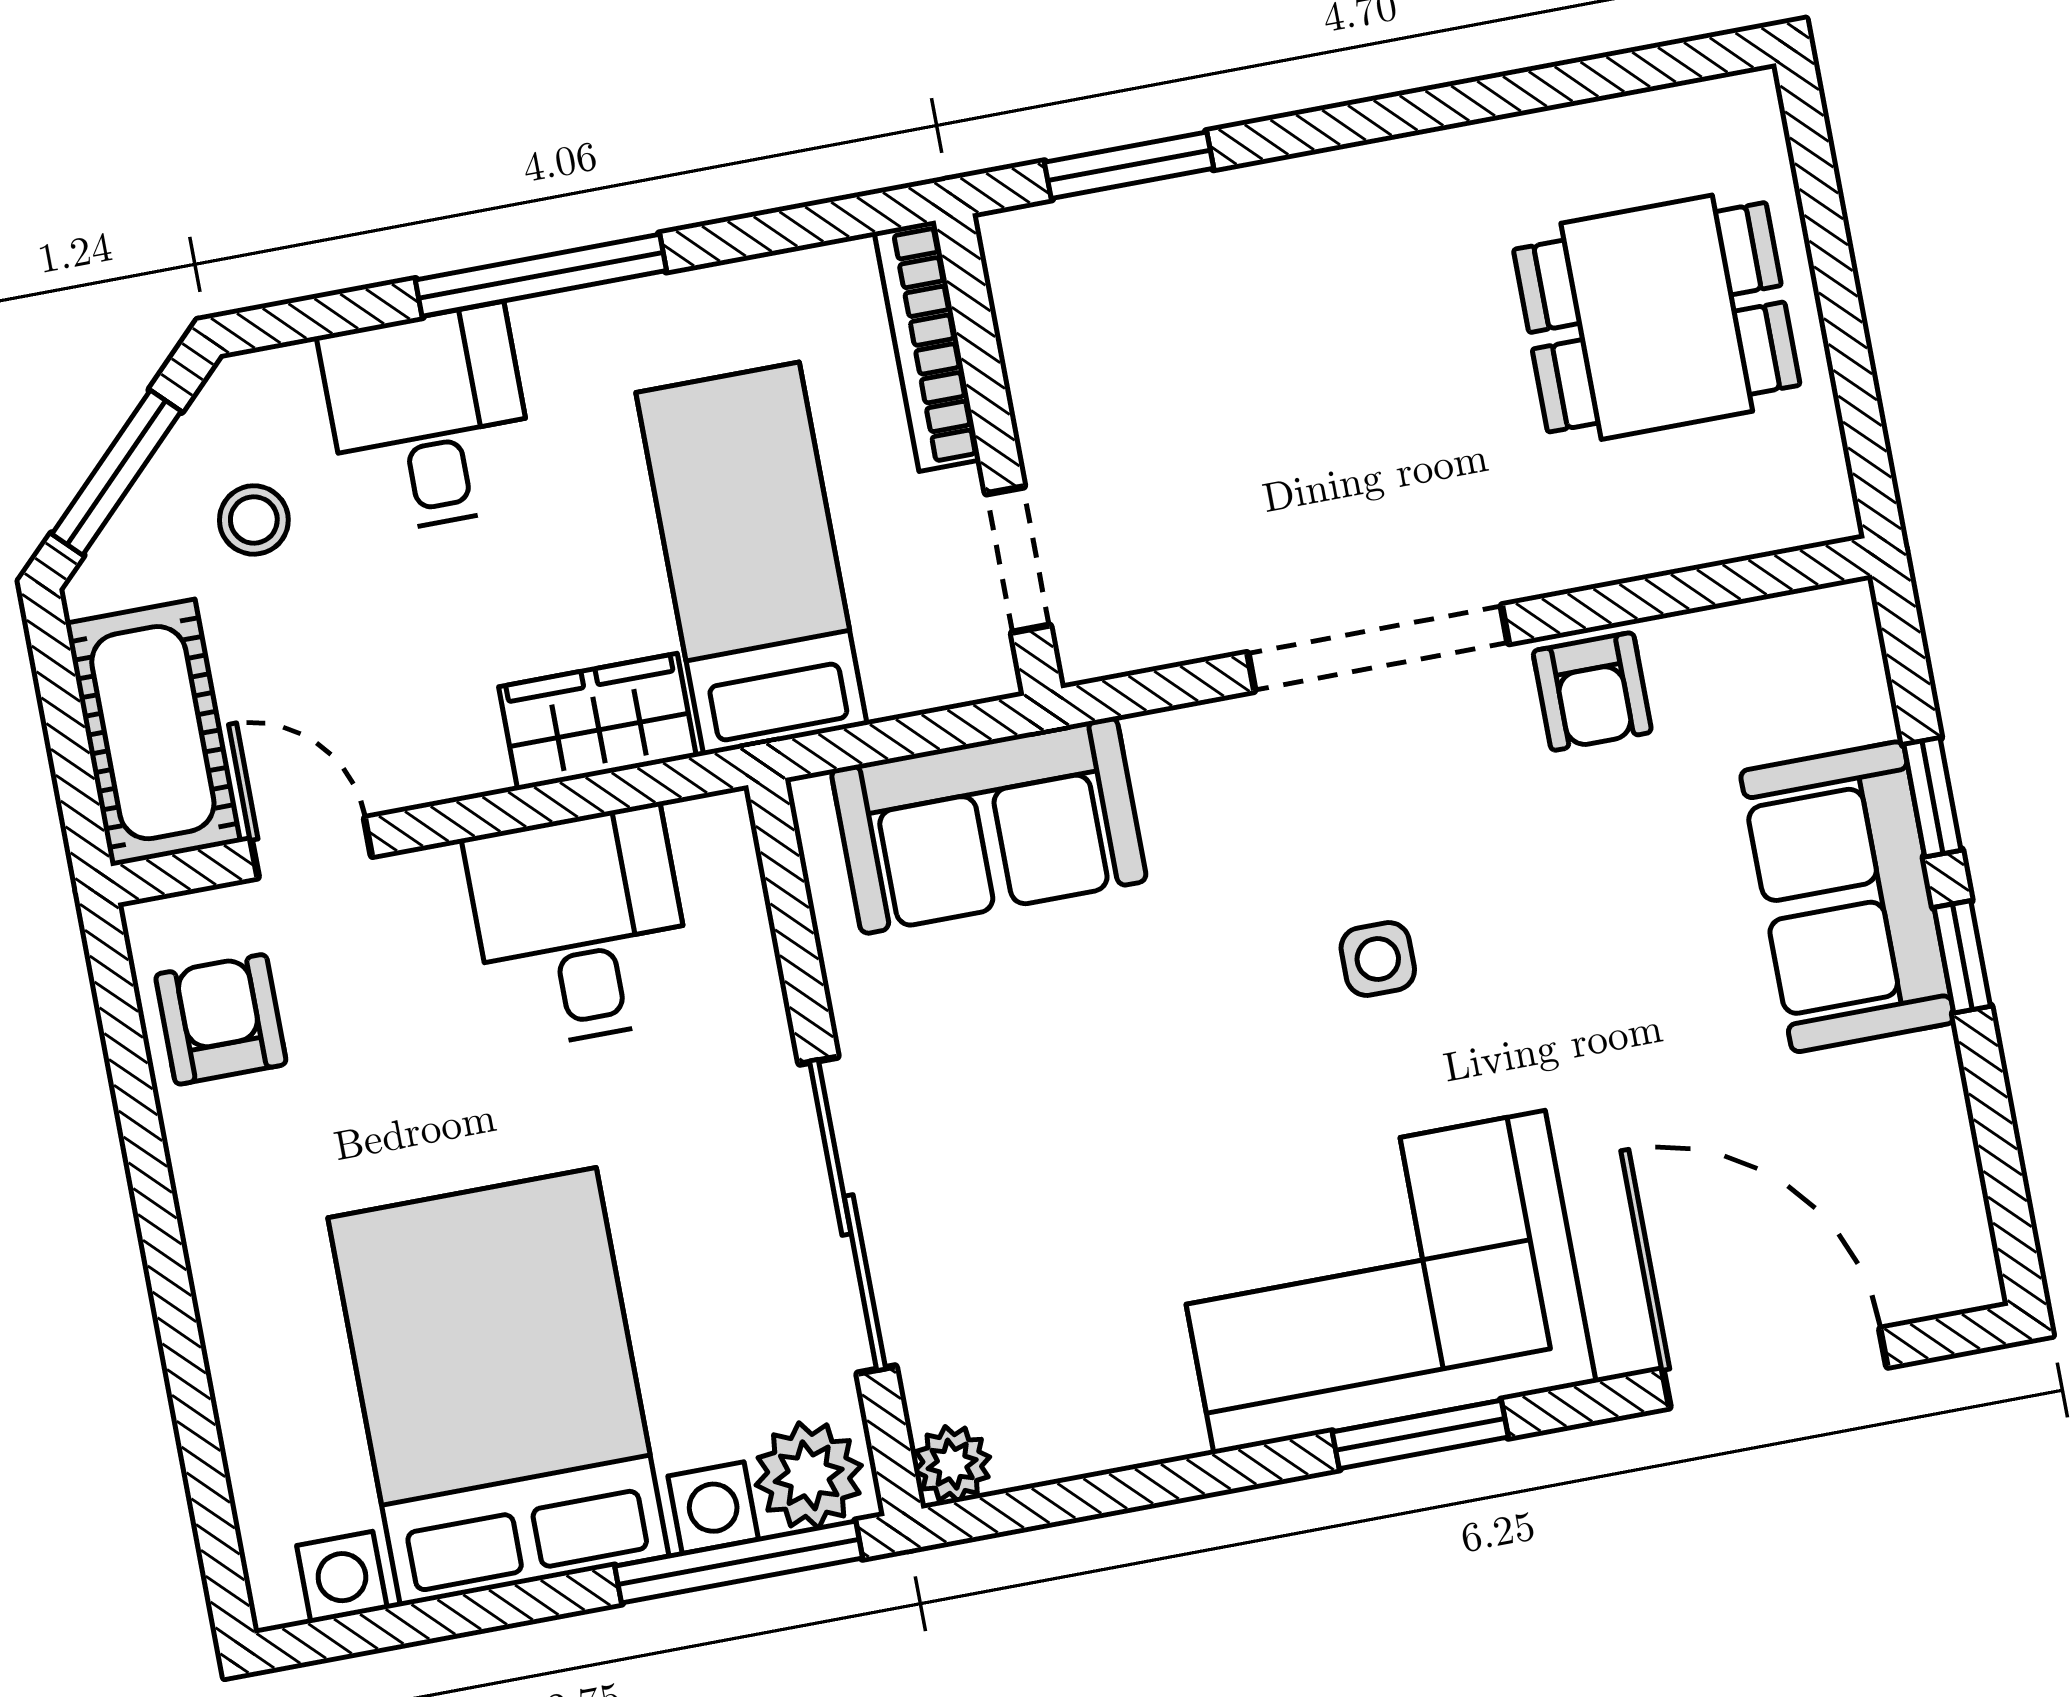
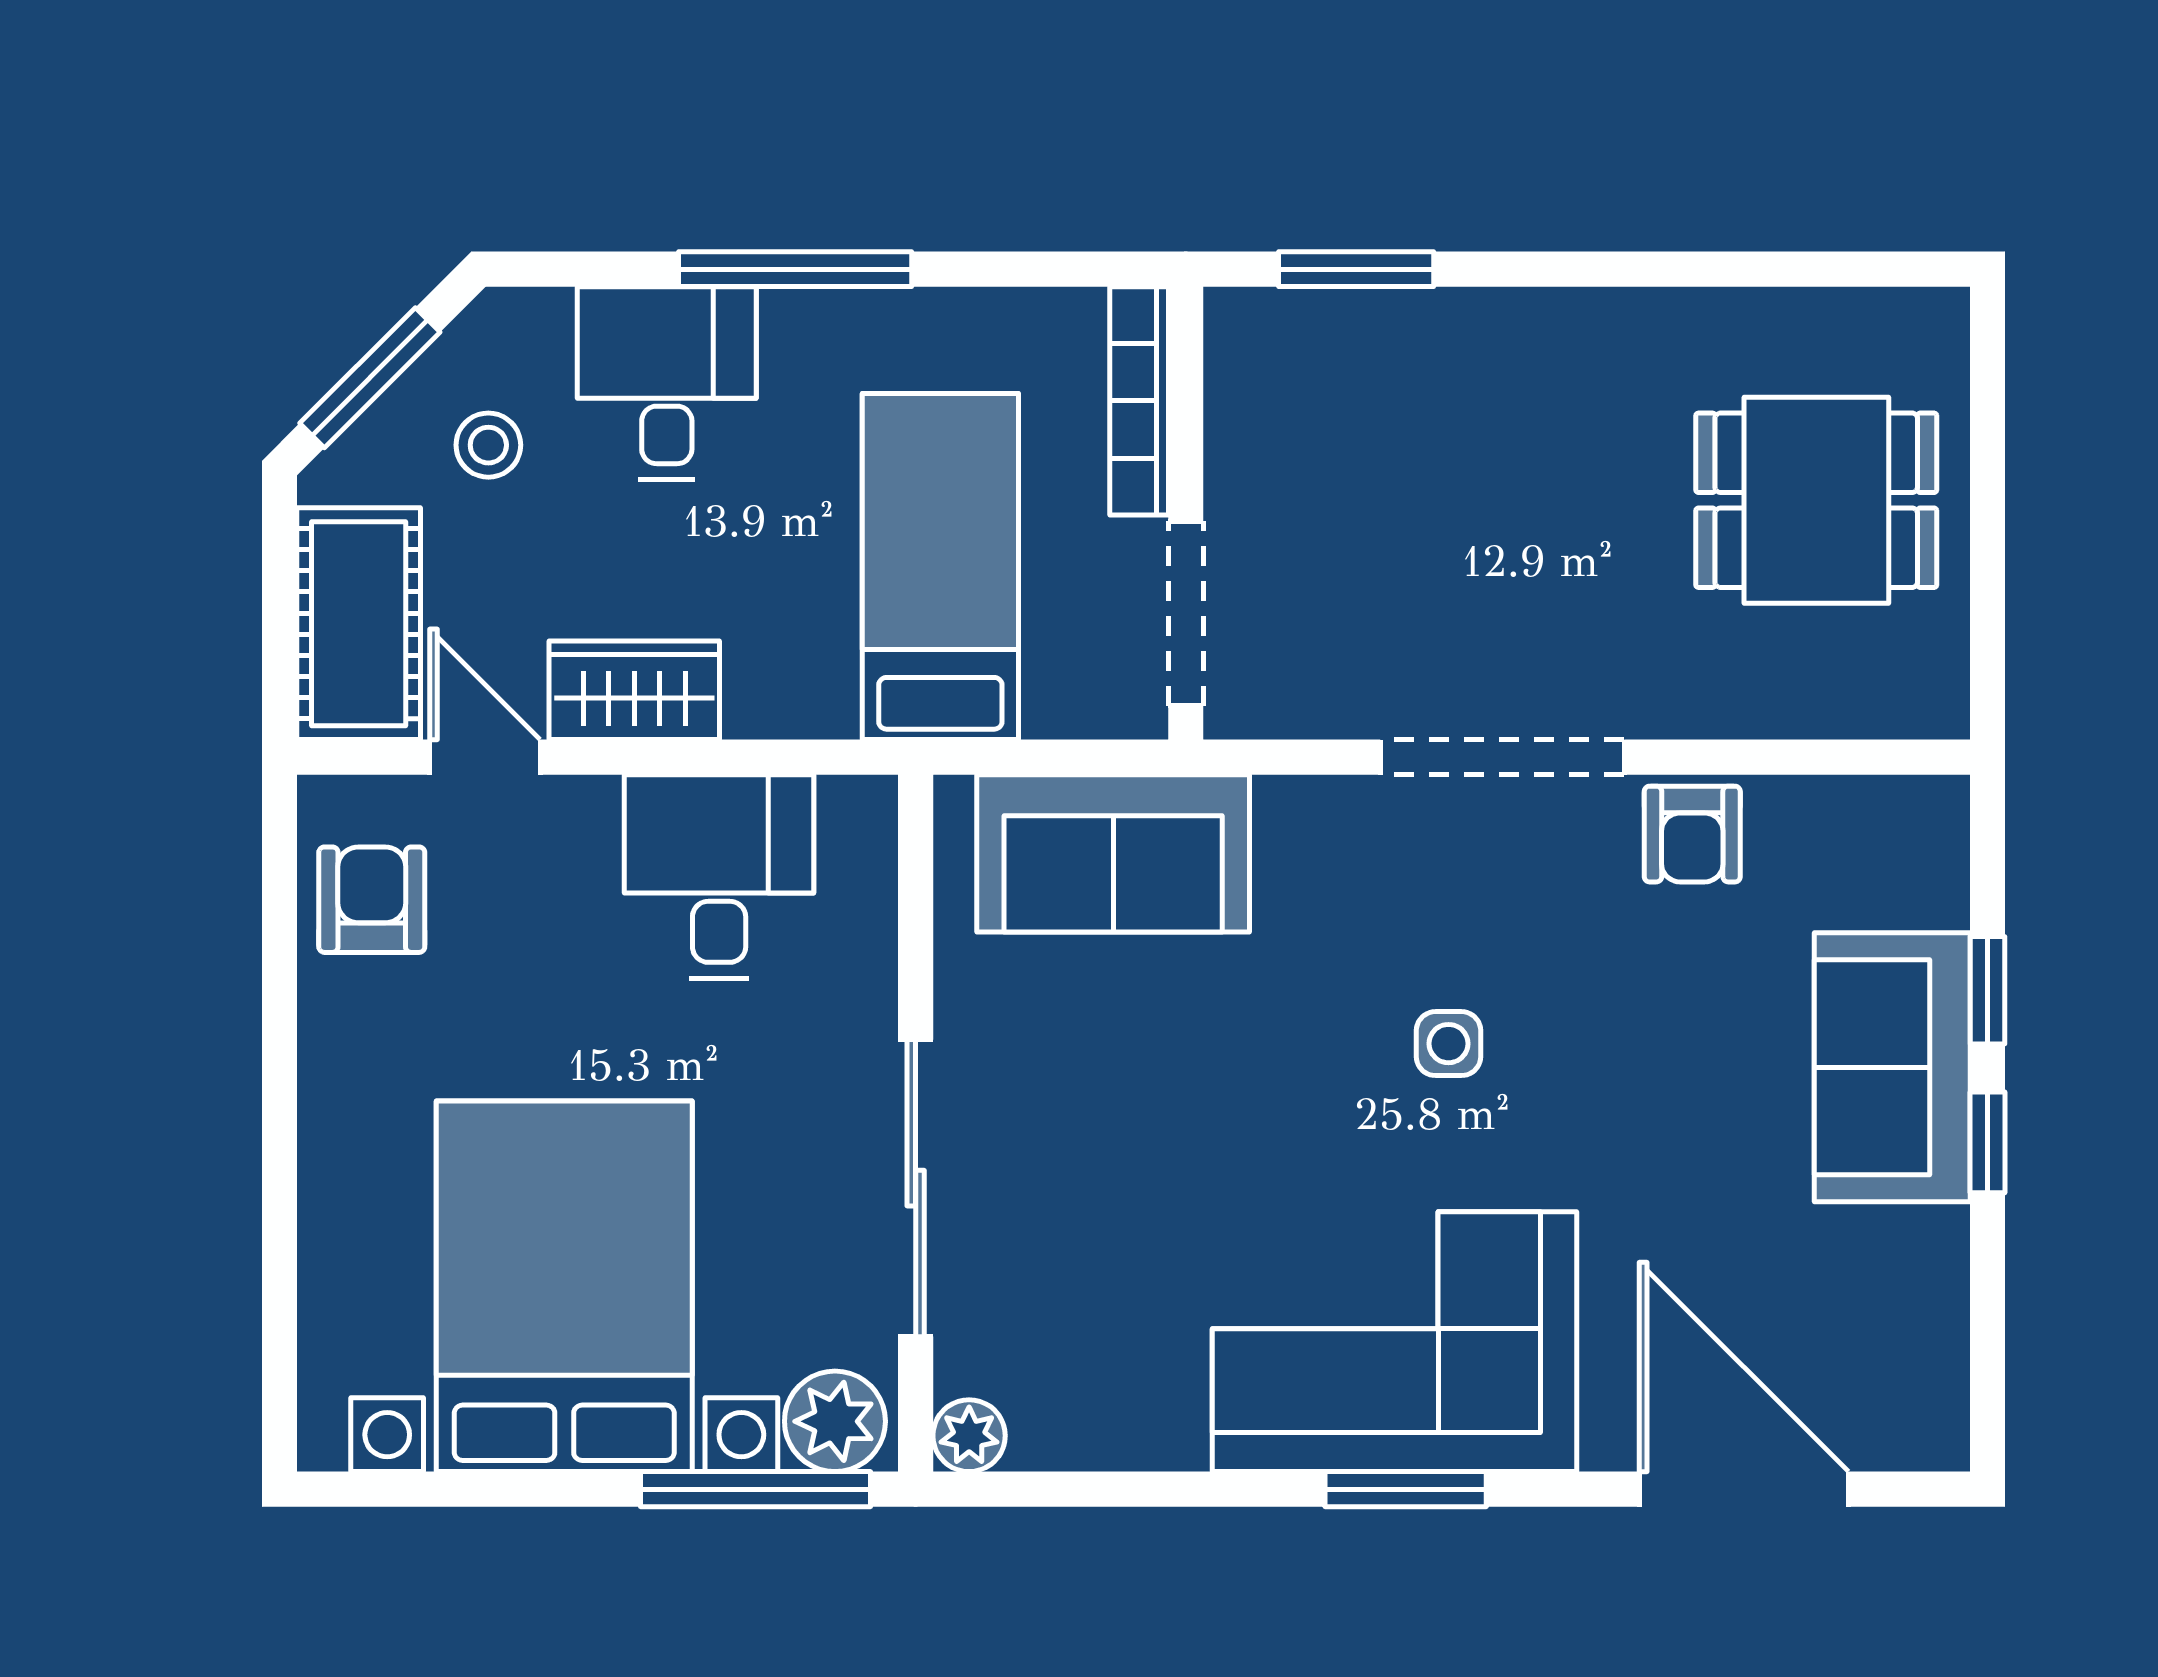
doorway: (1018, 560) -> (1186, 613), width x1.38
wardrobe: (598, 722) -> (634, 690), moved

